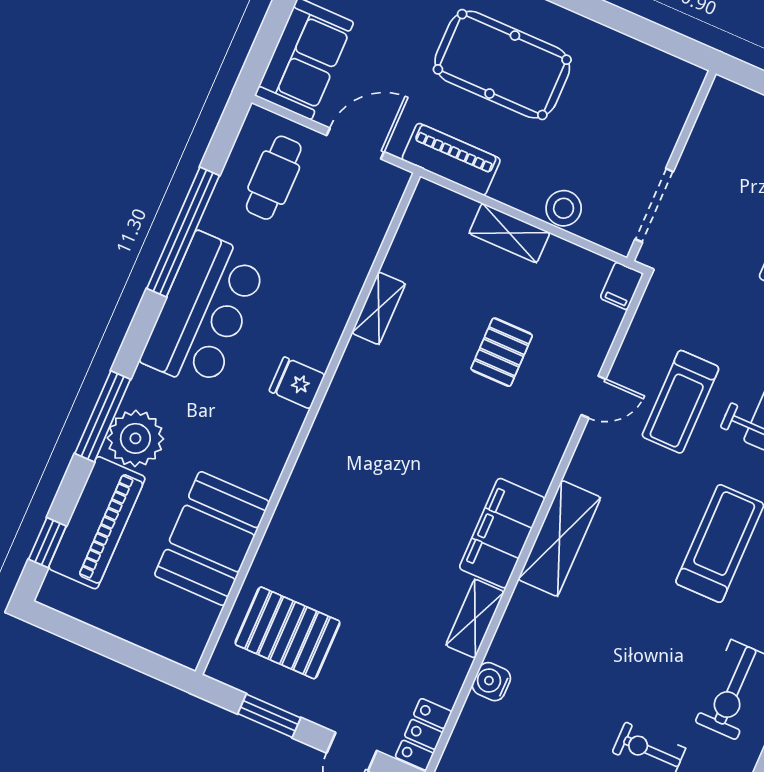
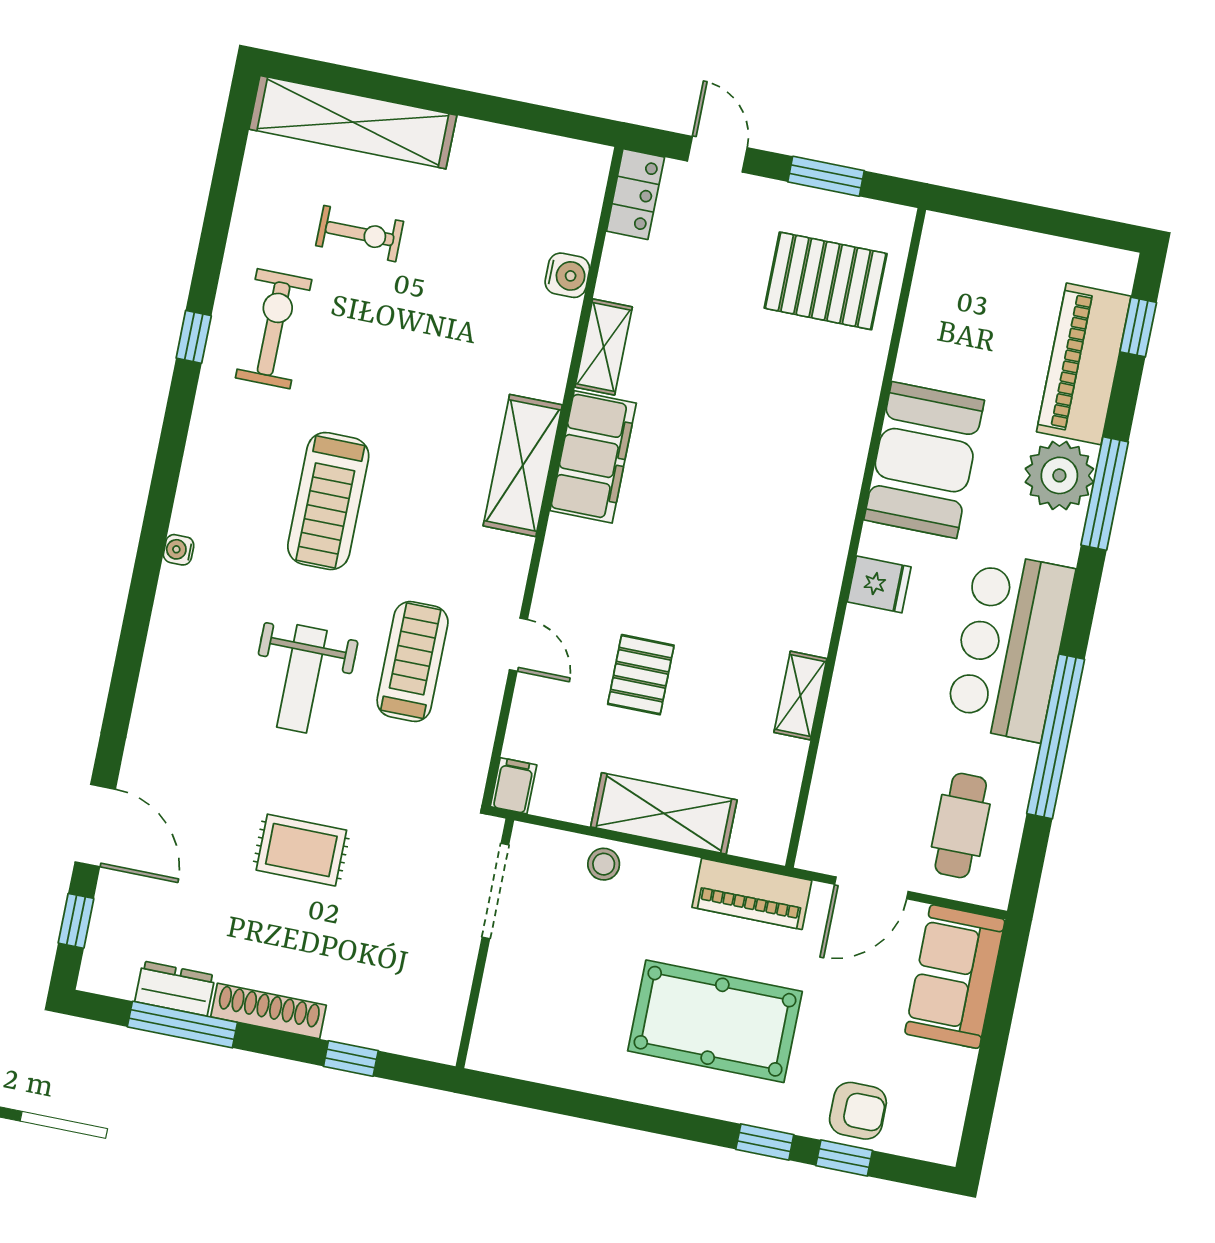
stool: (564, 208) -> (604, 864), width x0.73, depth x0.73
shelving: (509, 233) -> (664, 813), width x1.50, depth x1.33
door: (594, 397) -> (518, 645), swing flipped
booth: (212, 538) -> (924, 460), moved

